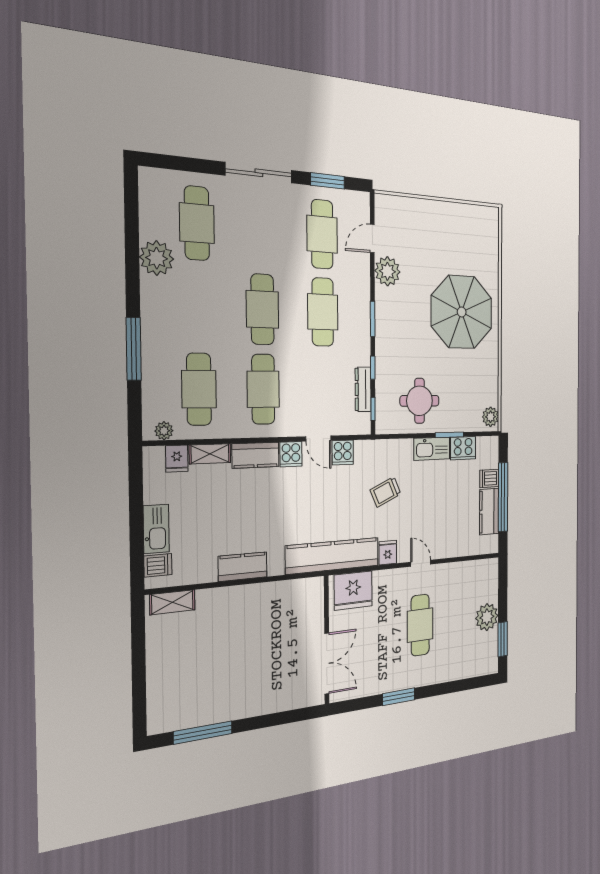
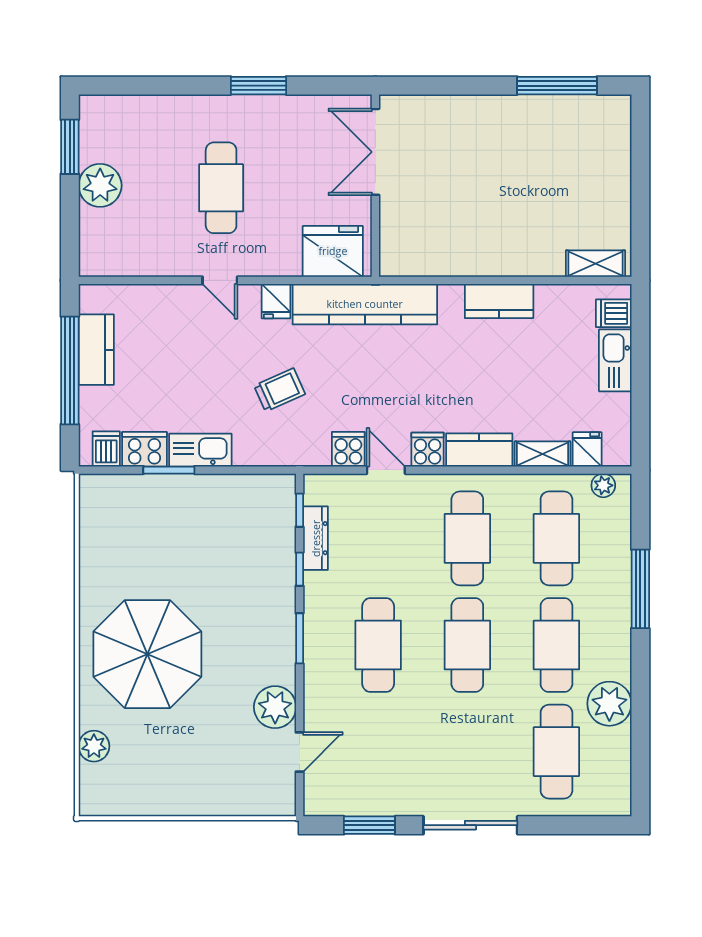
cafe table: (322, 234) -> (556, 645), moved
round table: (419, 401) -> (222, 521), removed
plant: (491, 417) -> (94, 746), moved
dishwasher: (489, 478) -> (106, 449), moved, turned -90

